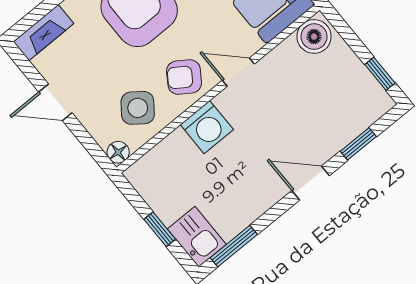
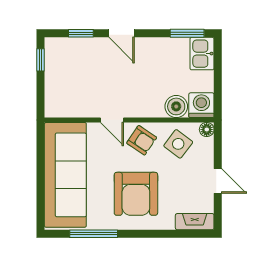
boiler: (314, 37) -> (176, 106), moved
washing machine: (207, 127) -> (201, 105), moved
window: (160, 229) -> (218, 73), removed

